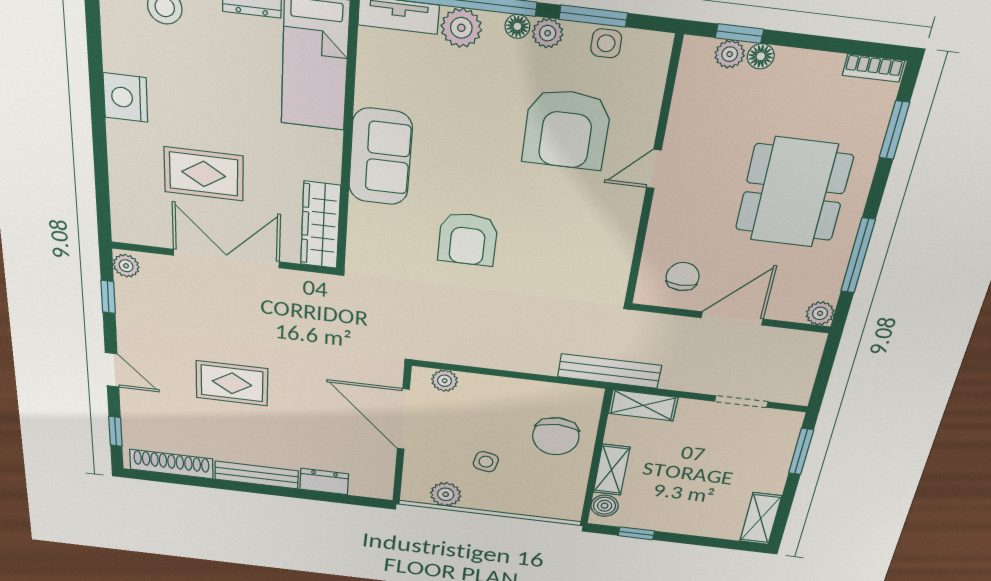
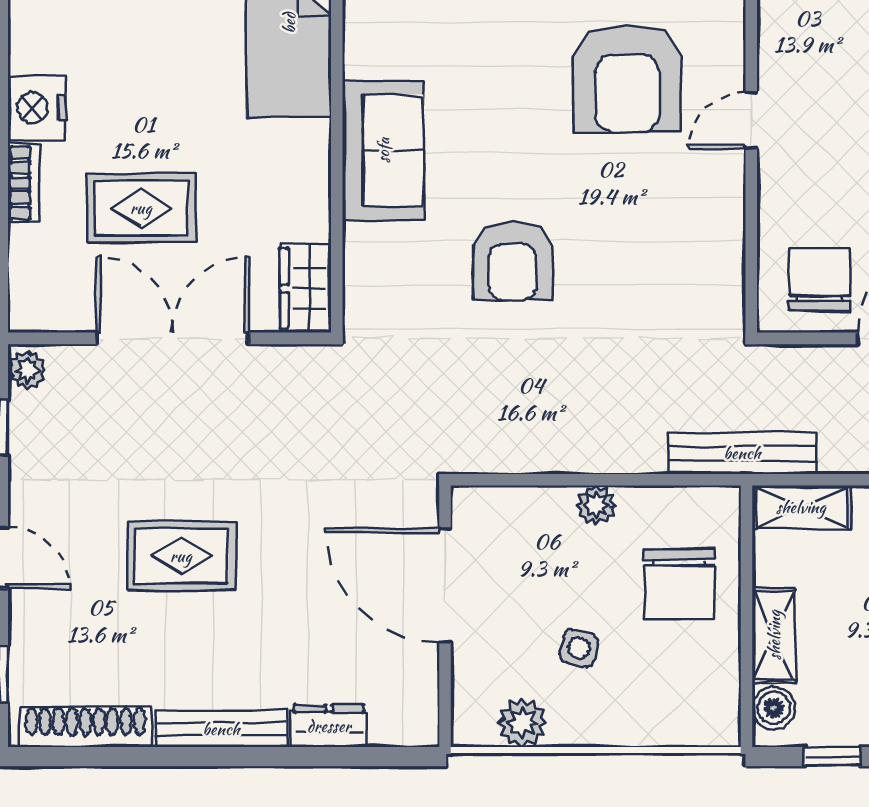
bookcase: (118, 147) -> (24, 183), added
wardrobe: (320, 225) -> (305, 288), width x0.67
chair: (683, 277) -> (819, 280), width x1.37, depth x1.37
plant: (445, 381) -> (596, 505), moved

